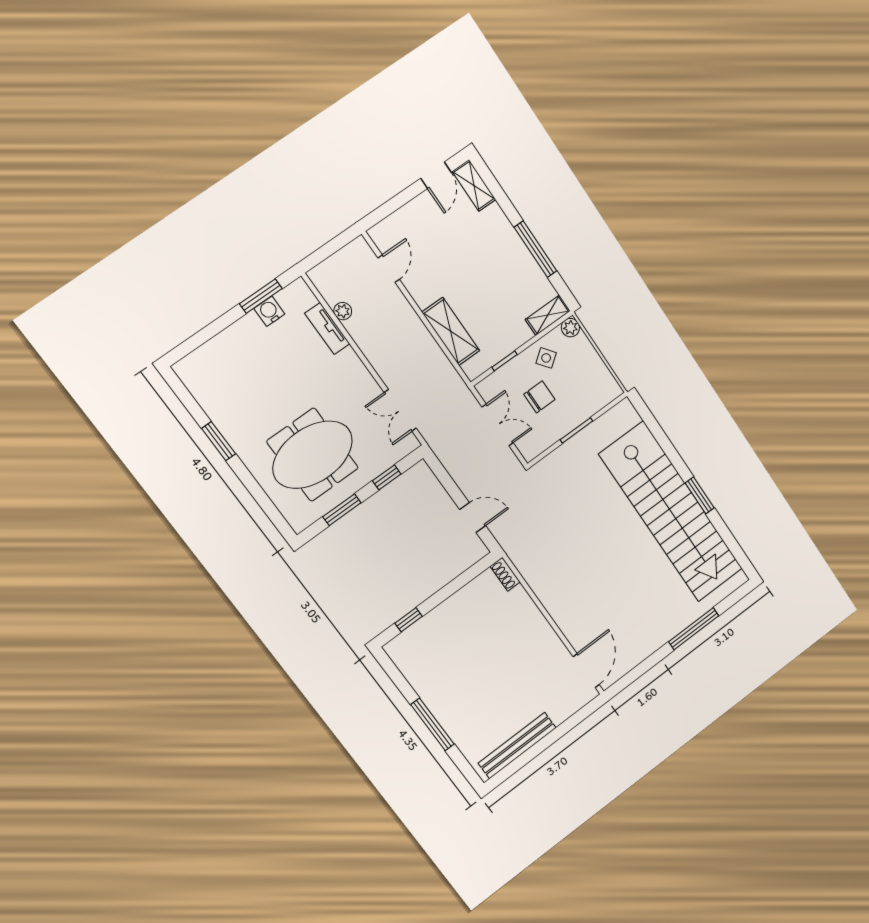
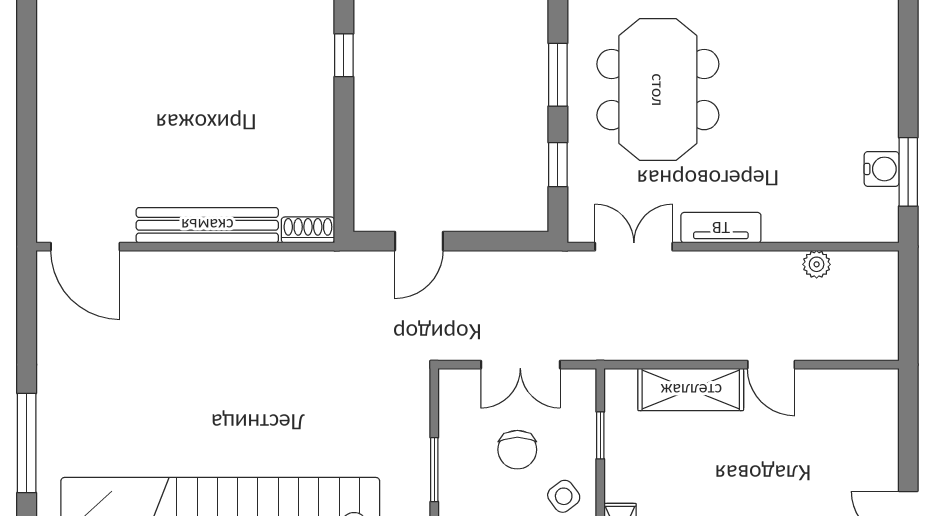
door: (389, 269) -> (771, 365), moved
tv unit: (327, 329) -> (721, 228), moved
bench: (517, 745) -> (207, 225), moved, turned 90

